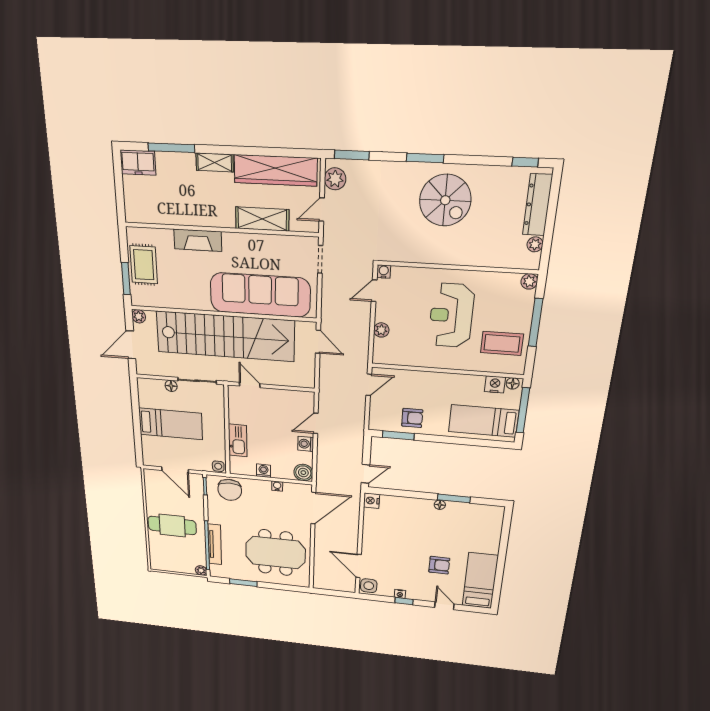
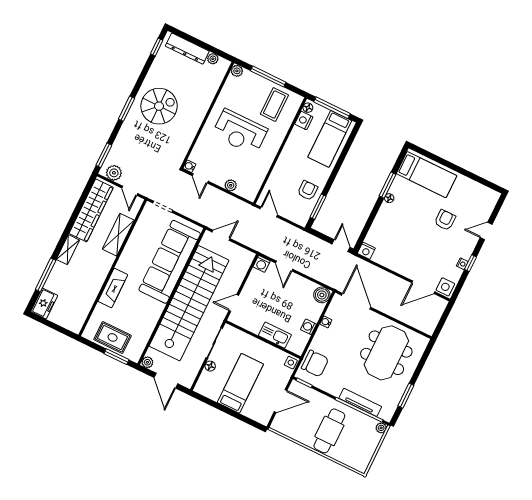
washing machine: (306, 444) -> (262, 264), moved
bed: (480, 581) -> (427, 175), moved, turned 180

